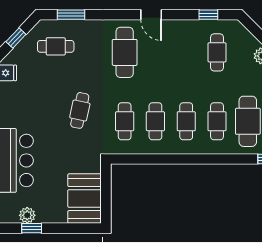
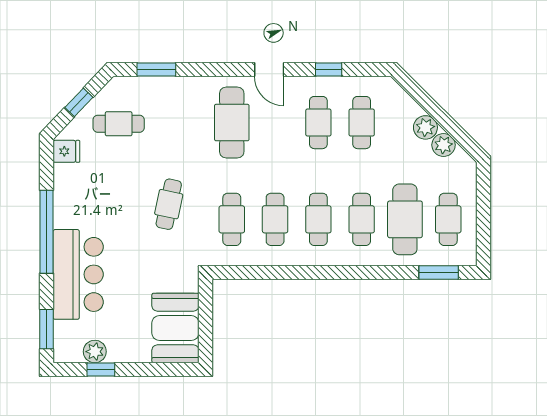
window: (208, 15) -> (329, 69), moved
cafe table: (56, 46) -> (119, 124), moved
cafe table: (186, 52) -> (318, 123), added

